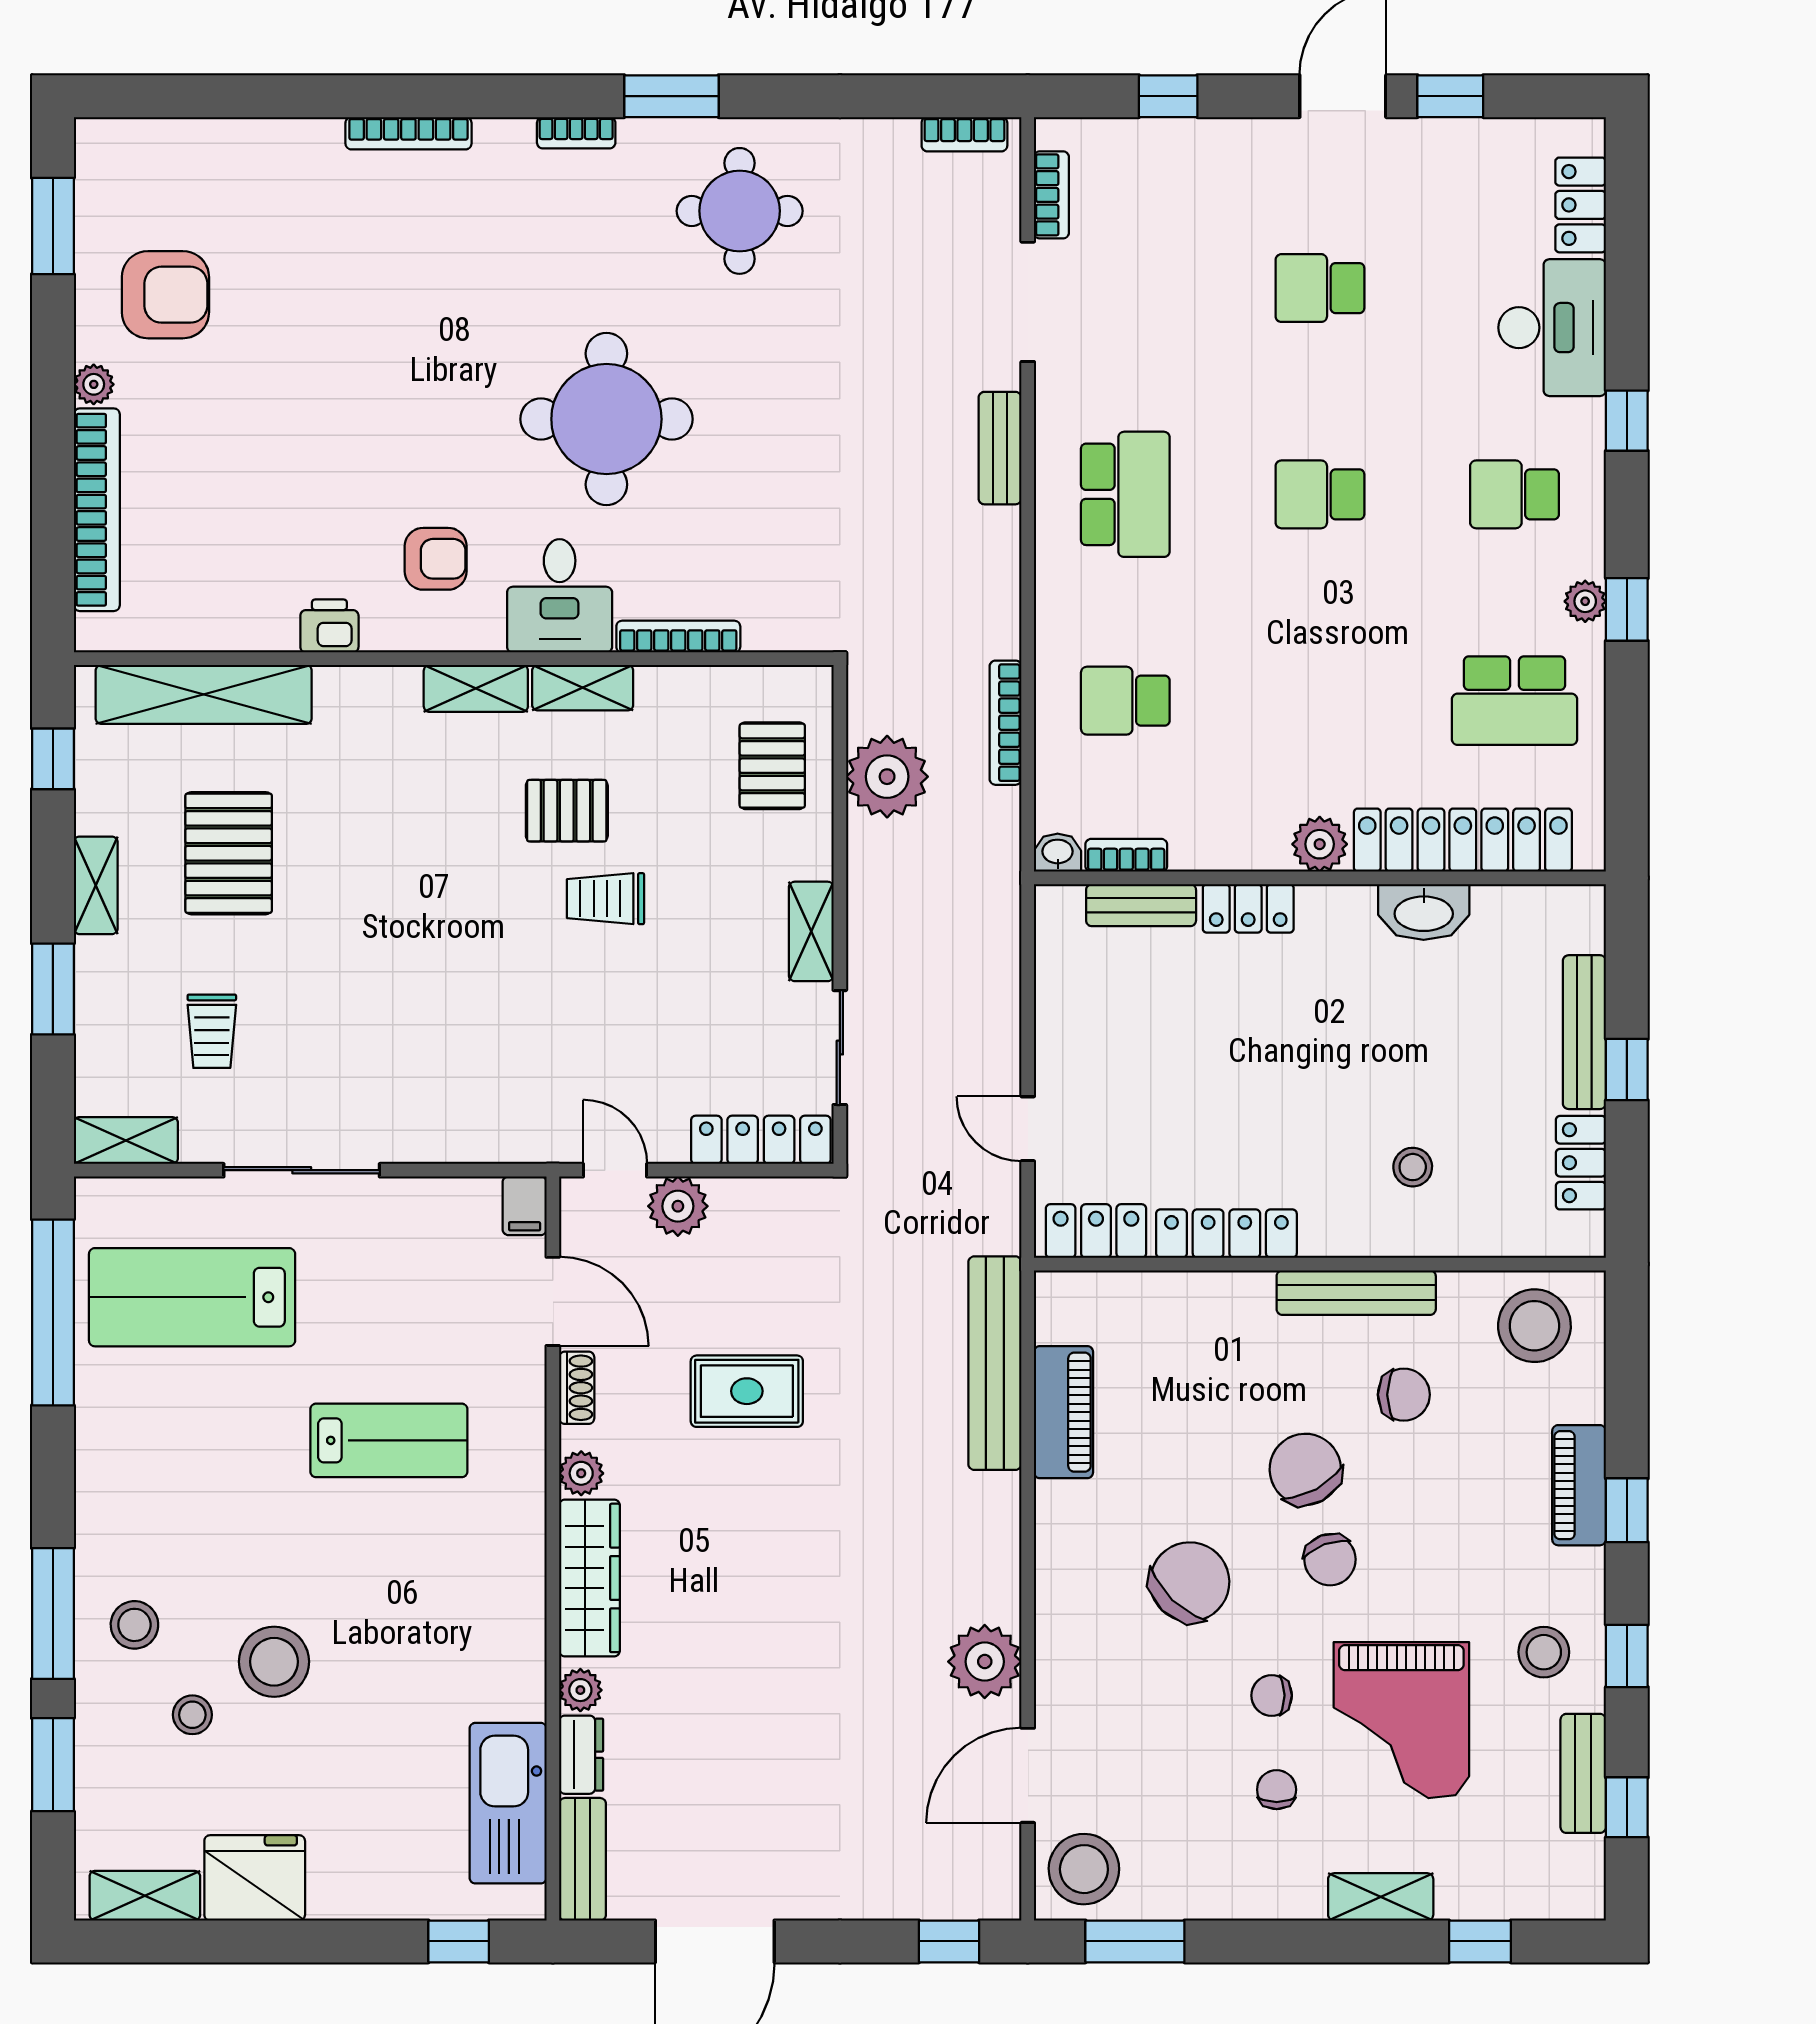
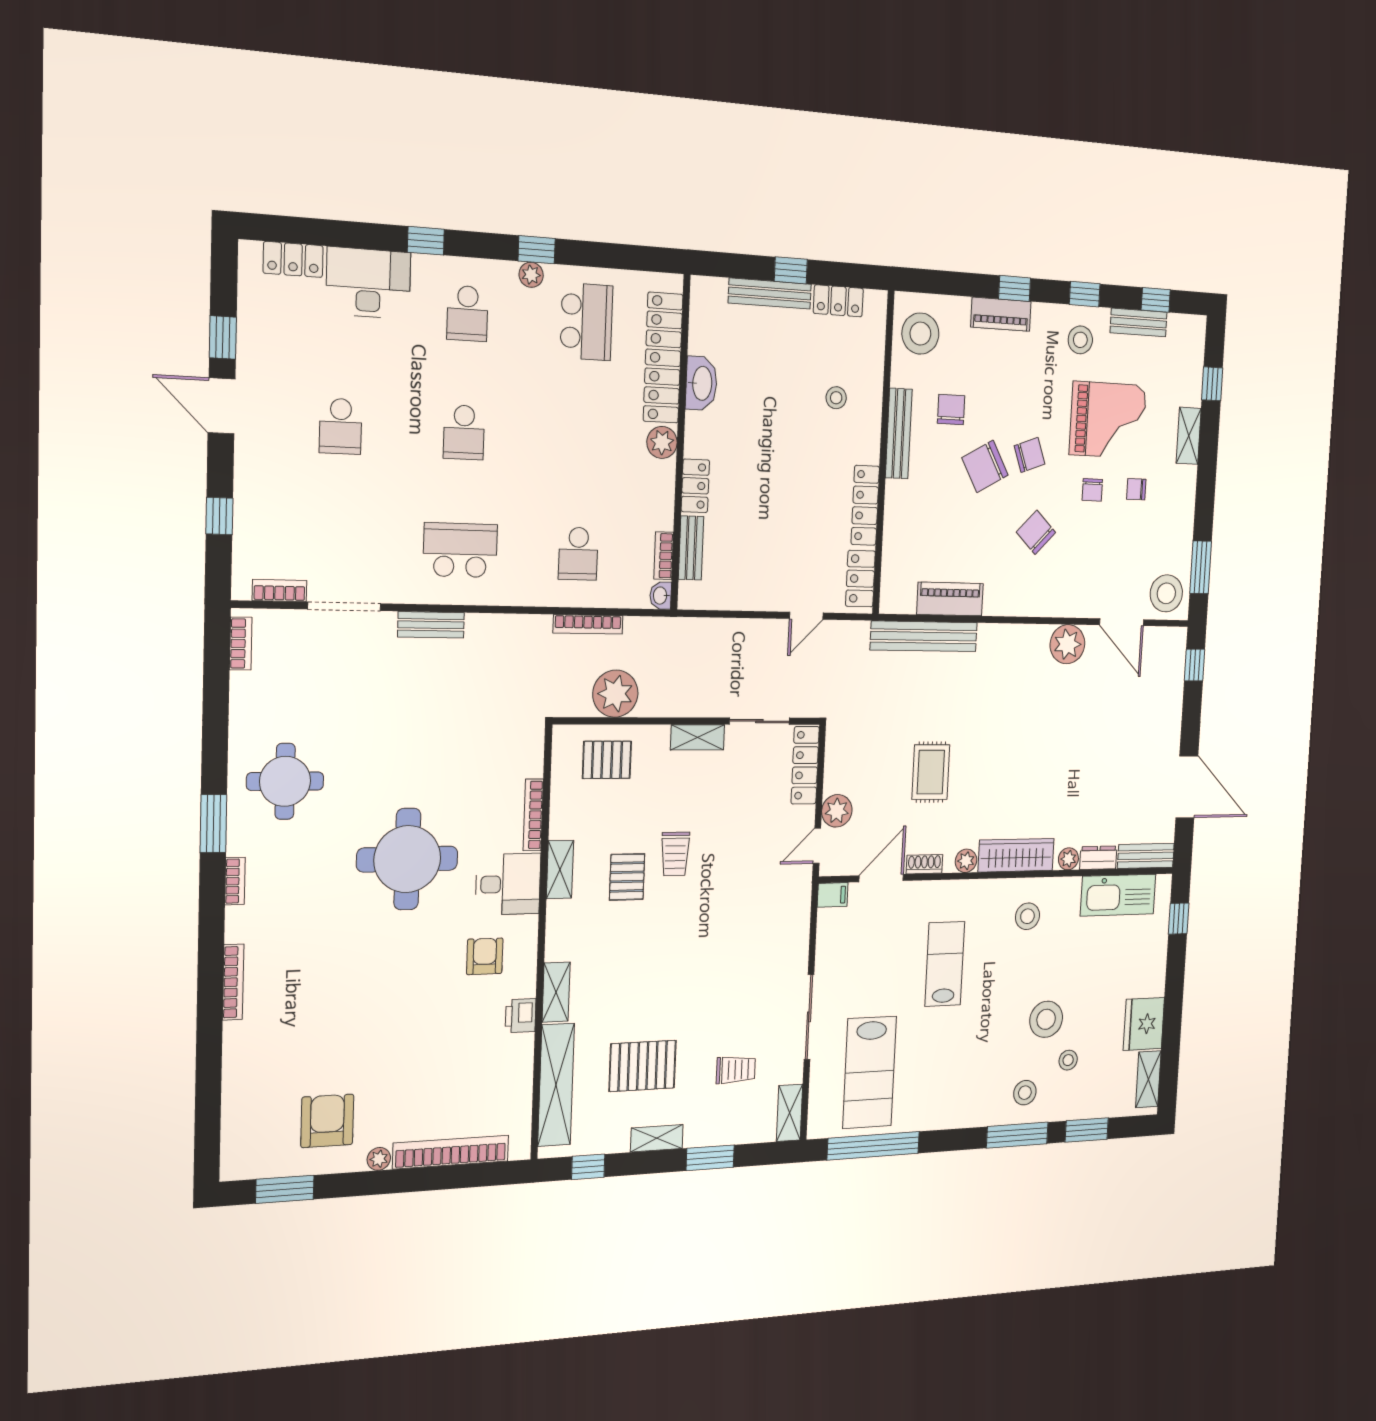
shelving: (476, 688) -> (556, 992), moved
chair: (1190, 1582) -> (1036, 532), width x0.73, depth x0.73
stool: (473, 1609) -> (1027, 916), added

